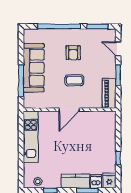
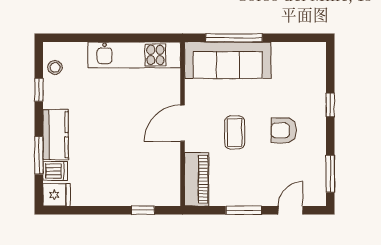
window: (59, 26) -> (330, 105), width x0.32
sofa: (34, 68) -> (228, 60), moved
piano: (109, 93) -> (197, 179), moved, turned 90
door: (69, 110) -> (183, 123), hinge flipped
window: (118, 158) -> (143, 210), moved

